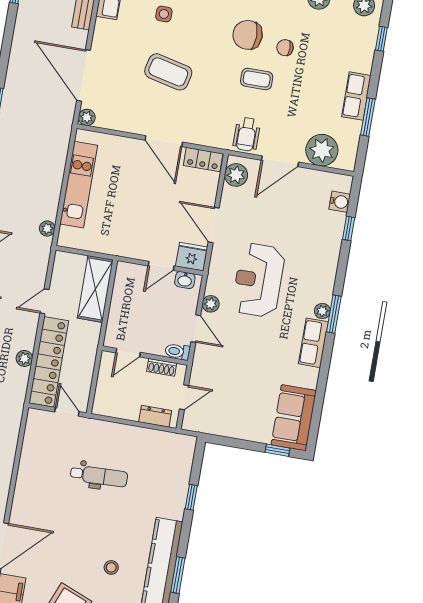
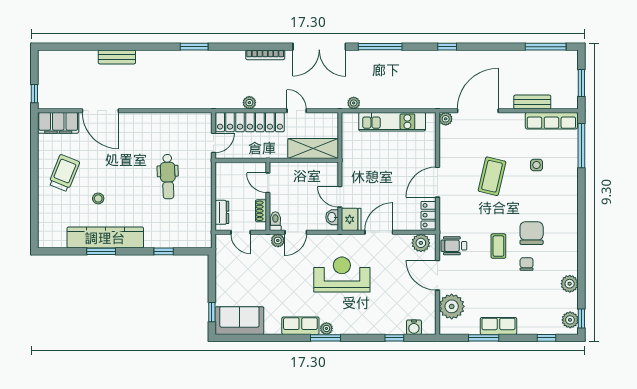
plant: (211, 304) -> (278, 240), moved

